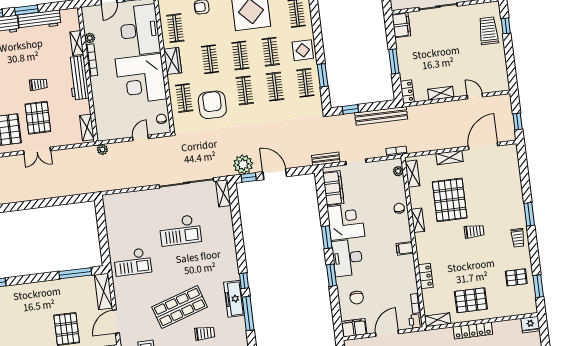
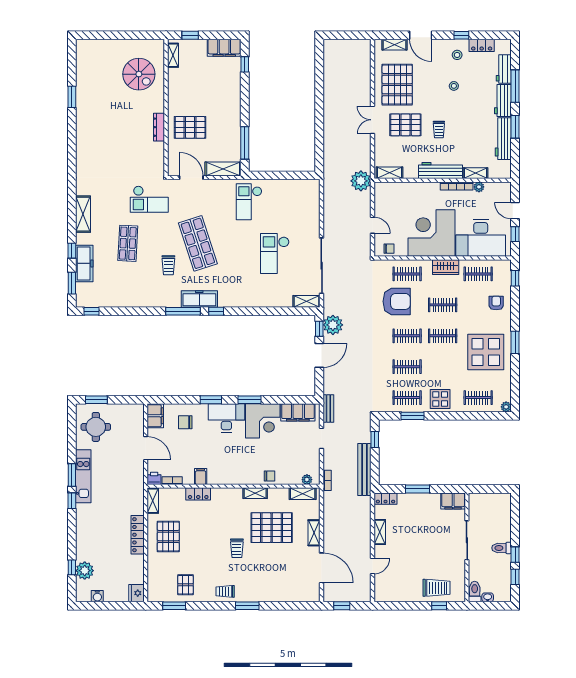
clothes rail: (271, 52) -> (443, 367), removed
plant: (102, 149) -> (361, 181), width x1.88, depth x1.88
filing cabinet: (405, 248) -> (201, 477), moved

